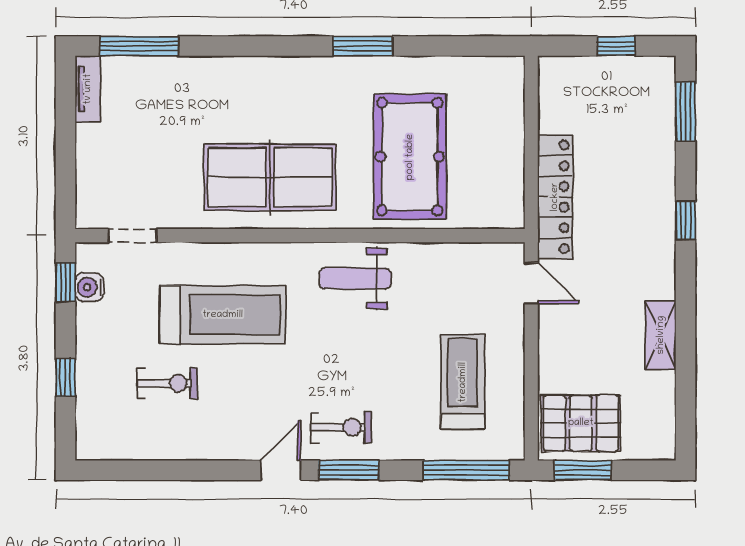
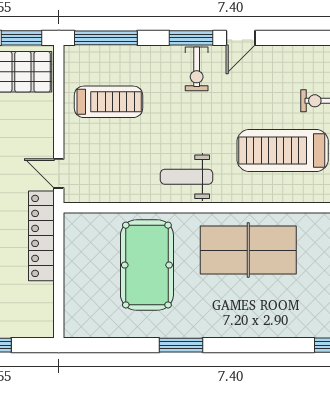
weight bench: (355, 278) -> (186, 177), turned 180
treadmill: (463, 382) -> (109, 102), turned -90
exercise bike: (341, 427) -> (197, 69), turned -90

